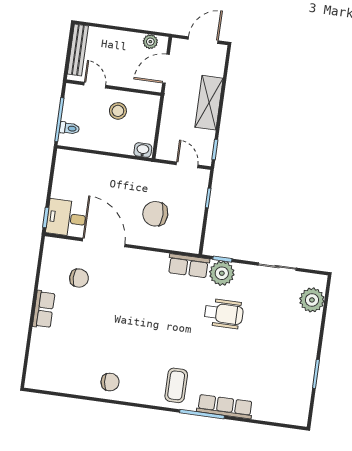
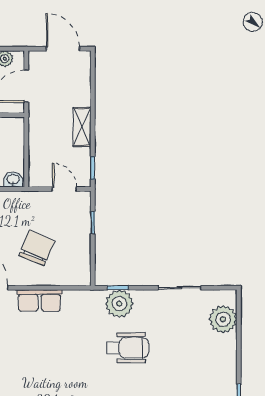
door: (203, 40) -> (63, 49), hinge flipped
shelving: (209, 103) -> (82, 127), width x0.67, depth x0.75
chair: (155, 214) -> (37, 248), turned 113
row of seats: (189, 266) -> (40, 300), moved

